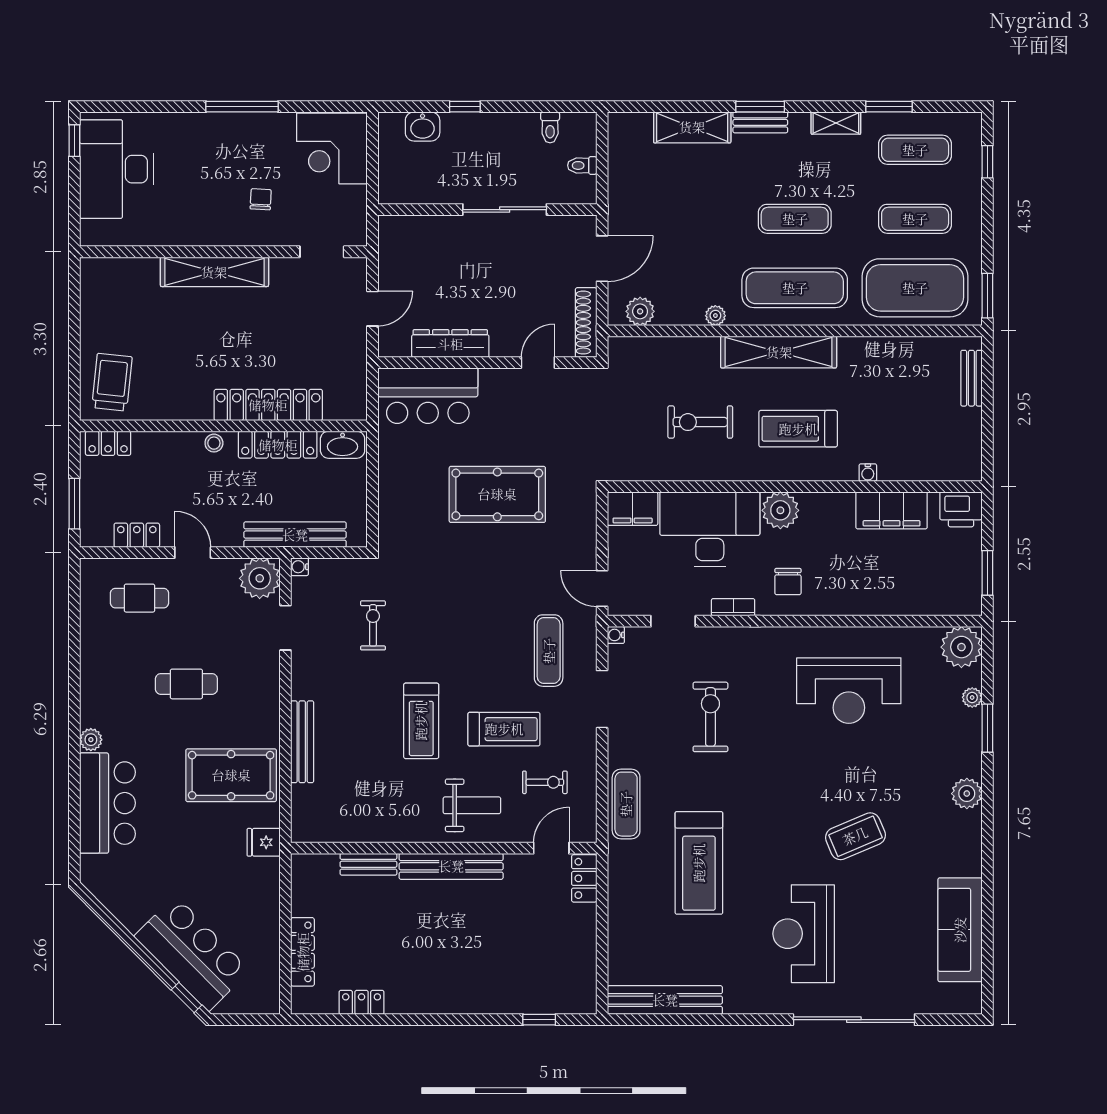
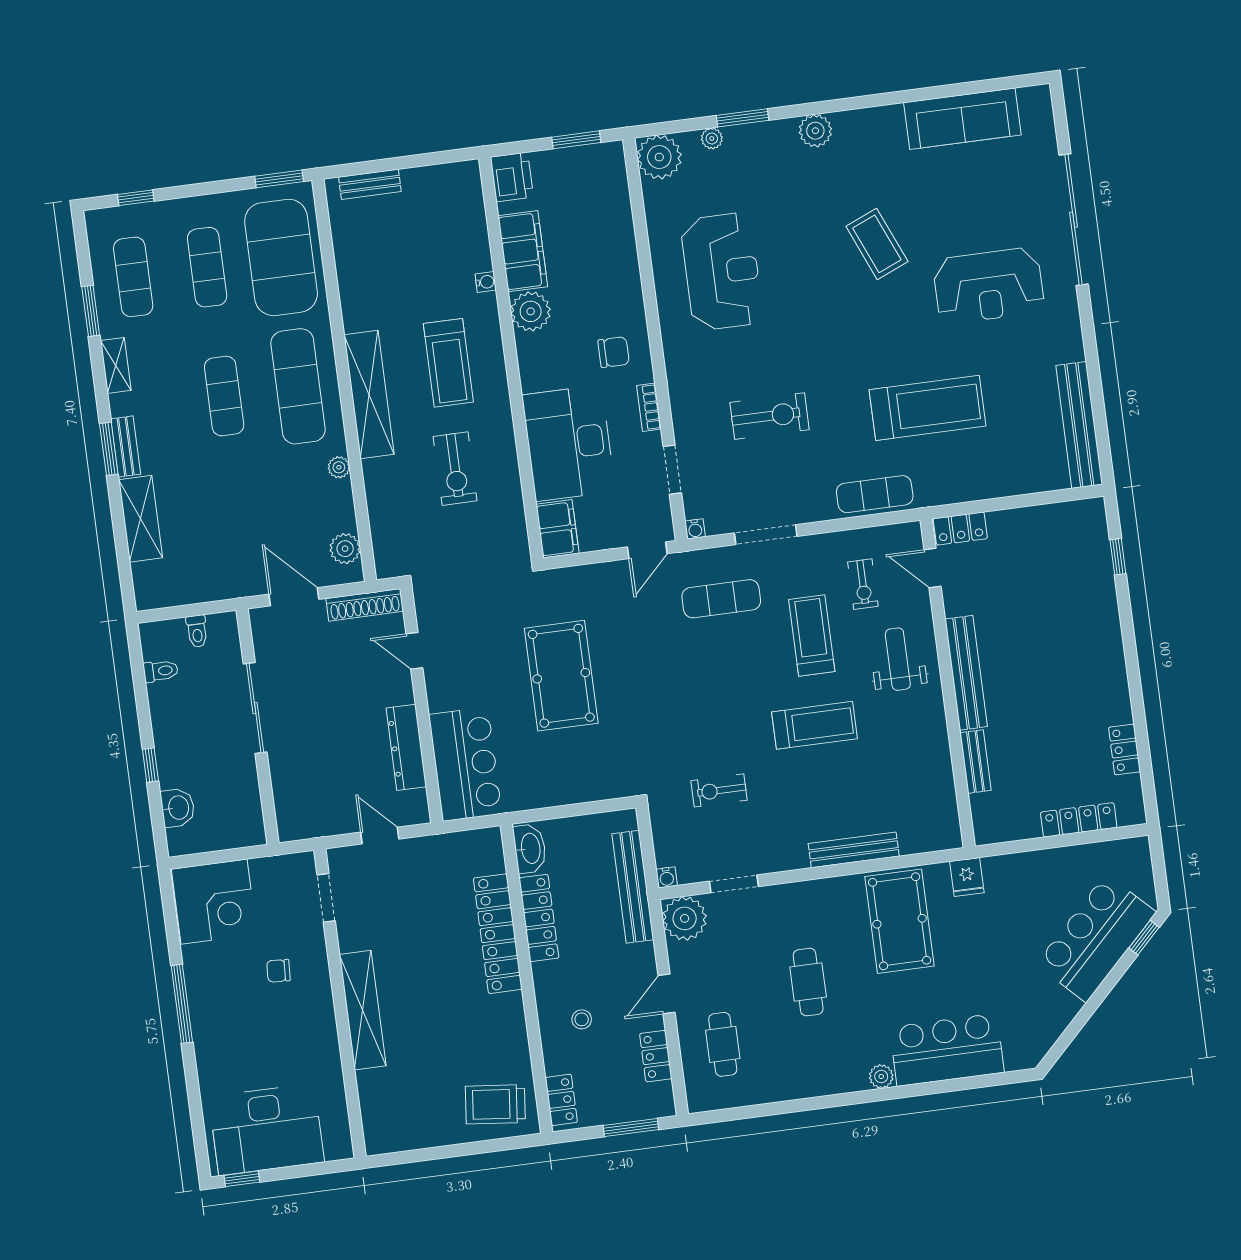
stool: (214, 443) -> (582, 1019), moved
plant: (780, 510) -> (531, 311), moved
exercise bike: (710, 717) -> (770, 416), turned 180
exercise bike: (545, 782) -> (863, 584), turned 180

